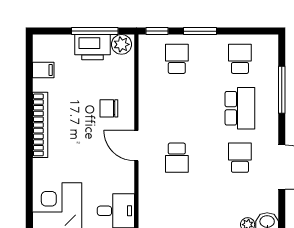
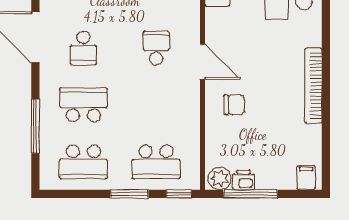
printer: (93, 47) -> (244, 180), width x0.53, depth x0.68
school desk: (177, 59) -> (156, 162), width x1.85
school desk: (240, 59) -> (83, 162), width x1.85
filing cabinet: (43, 70) -> (306, 178), moved, turned 90
school desk: (240, 108) -> (83, 105), turned 90

